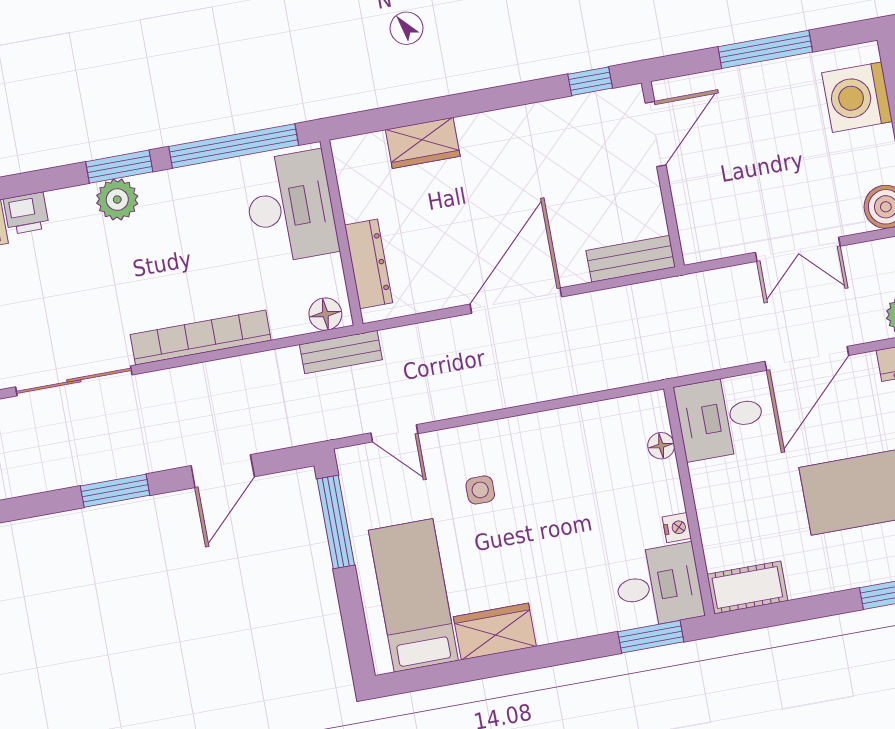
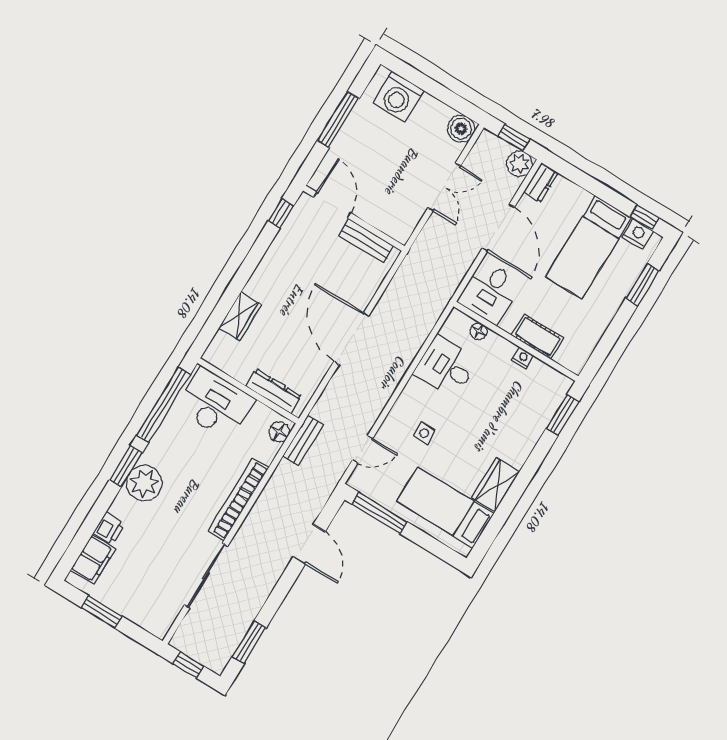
plant: (117, 200) -> (144, 483), width x1.36, depth x1.36
bench: (631, 259) -> (366, 241), moved, turned 90
window: (115, 491) -> (249, 642), moved
desk: (659, 586) -> (446, 367), moved, turned -90
cot: (747, 588) -> (538, 337), moved, turned 90

